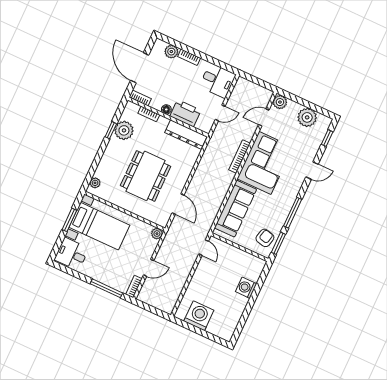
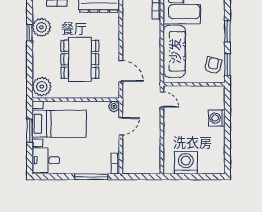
plant: (95, 183) -> (42, 87), width x1.87, depth x1.87
window: (293, 213) -> (227, 31), width x0.69
door: (149, 268) -> (121, 126), moved

